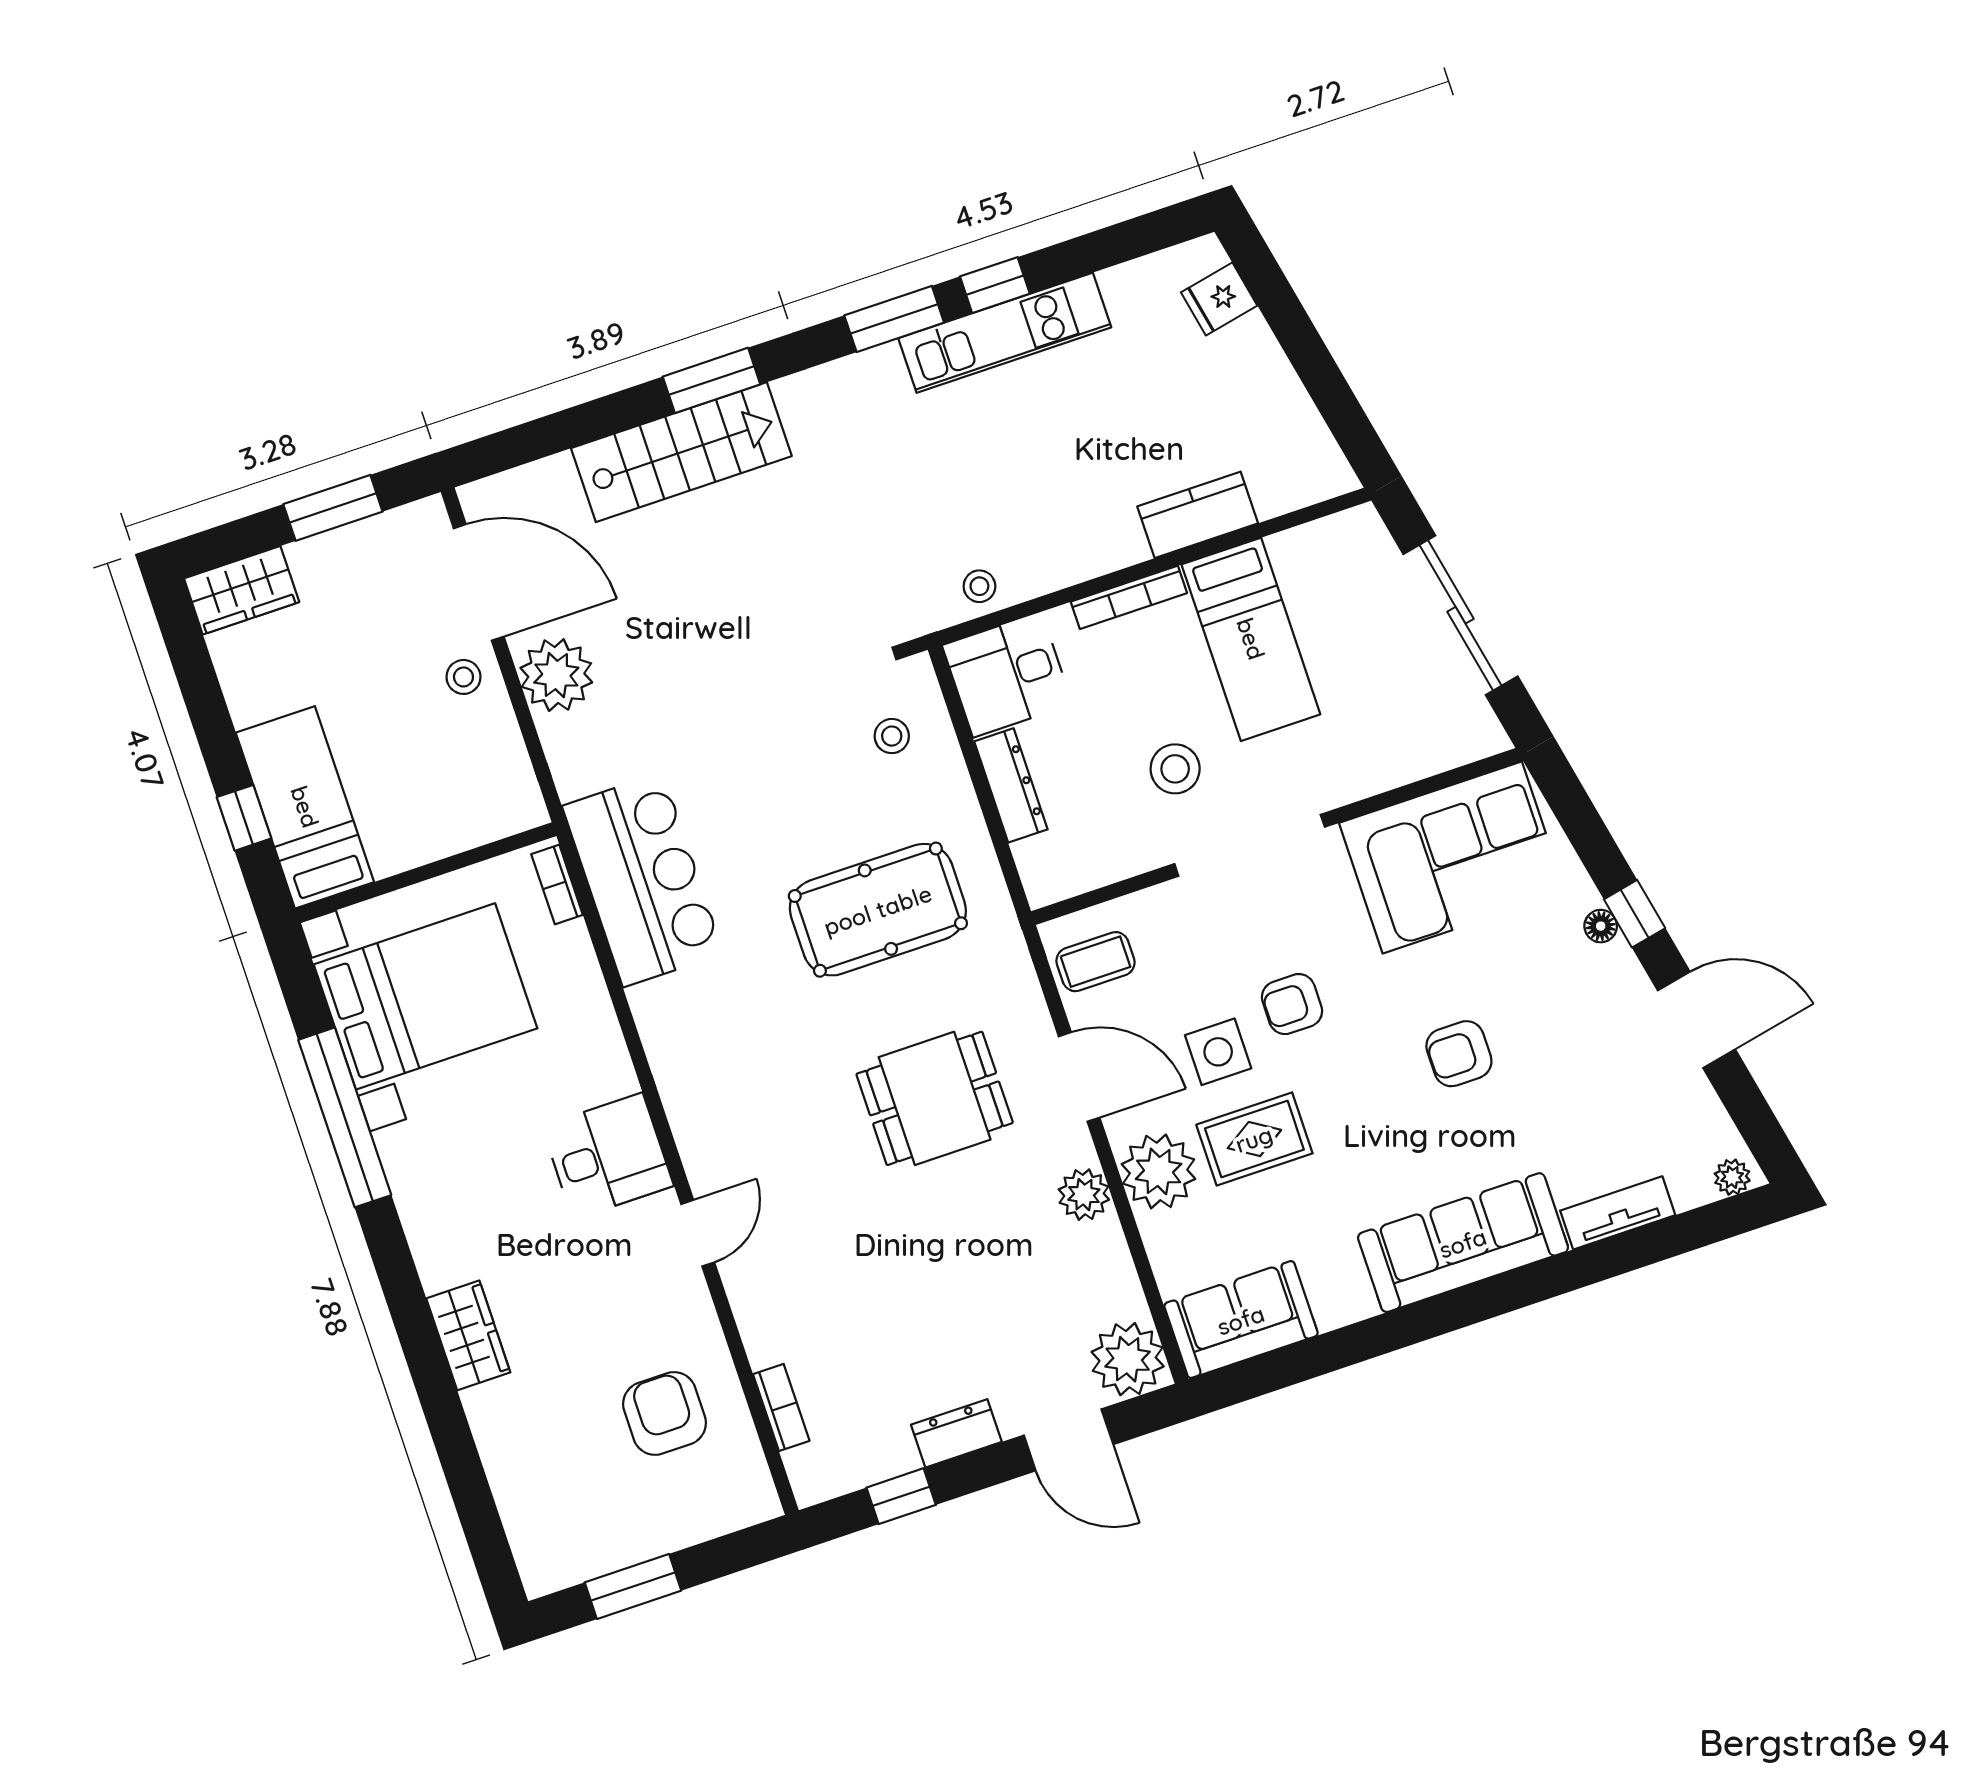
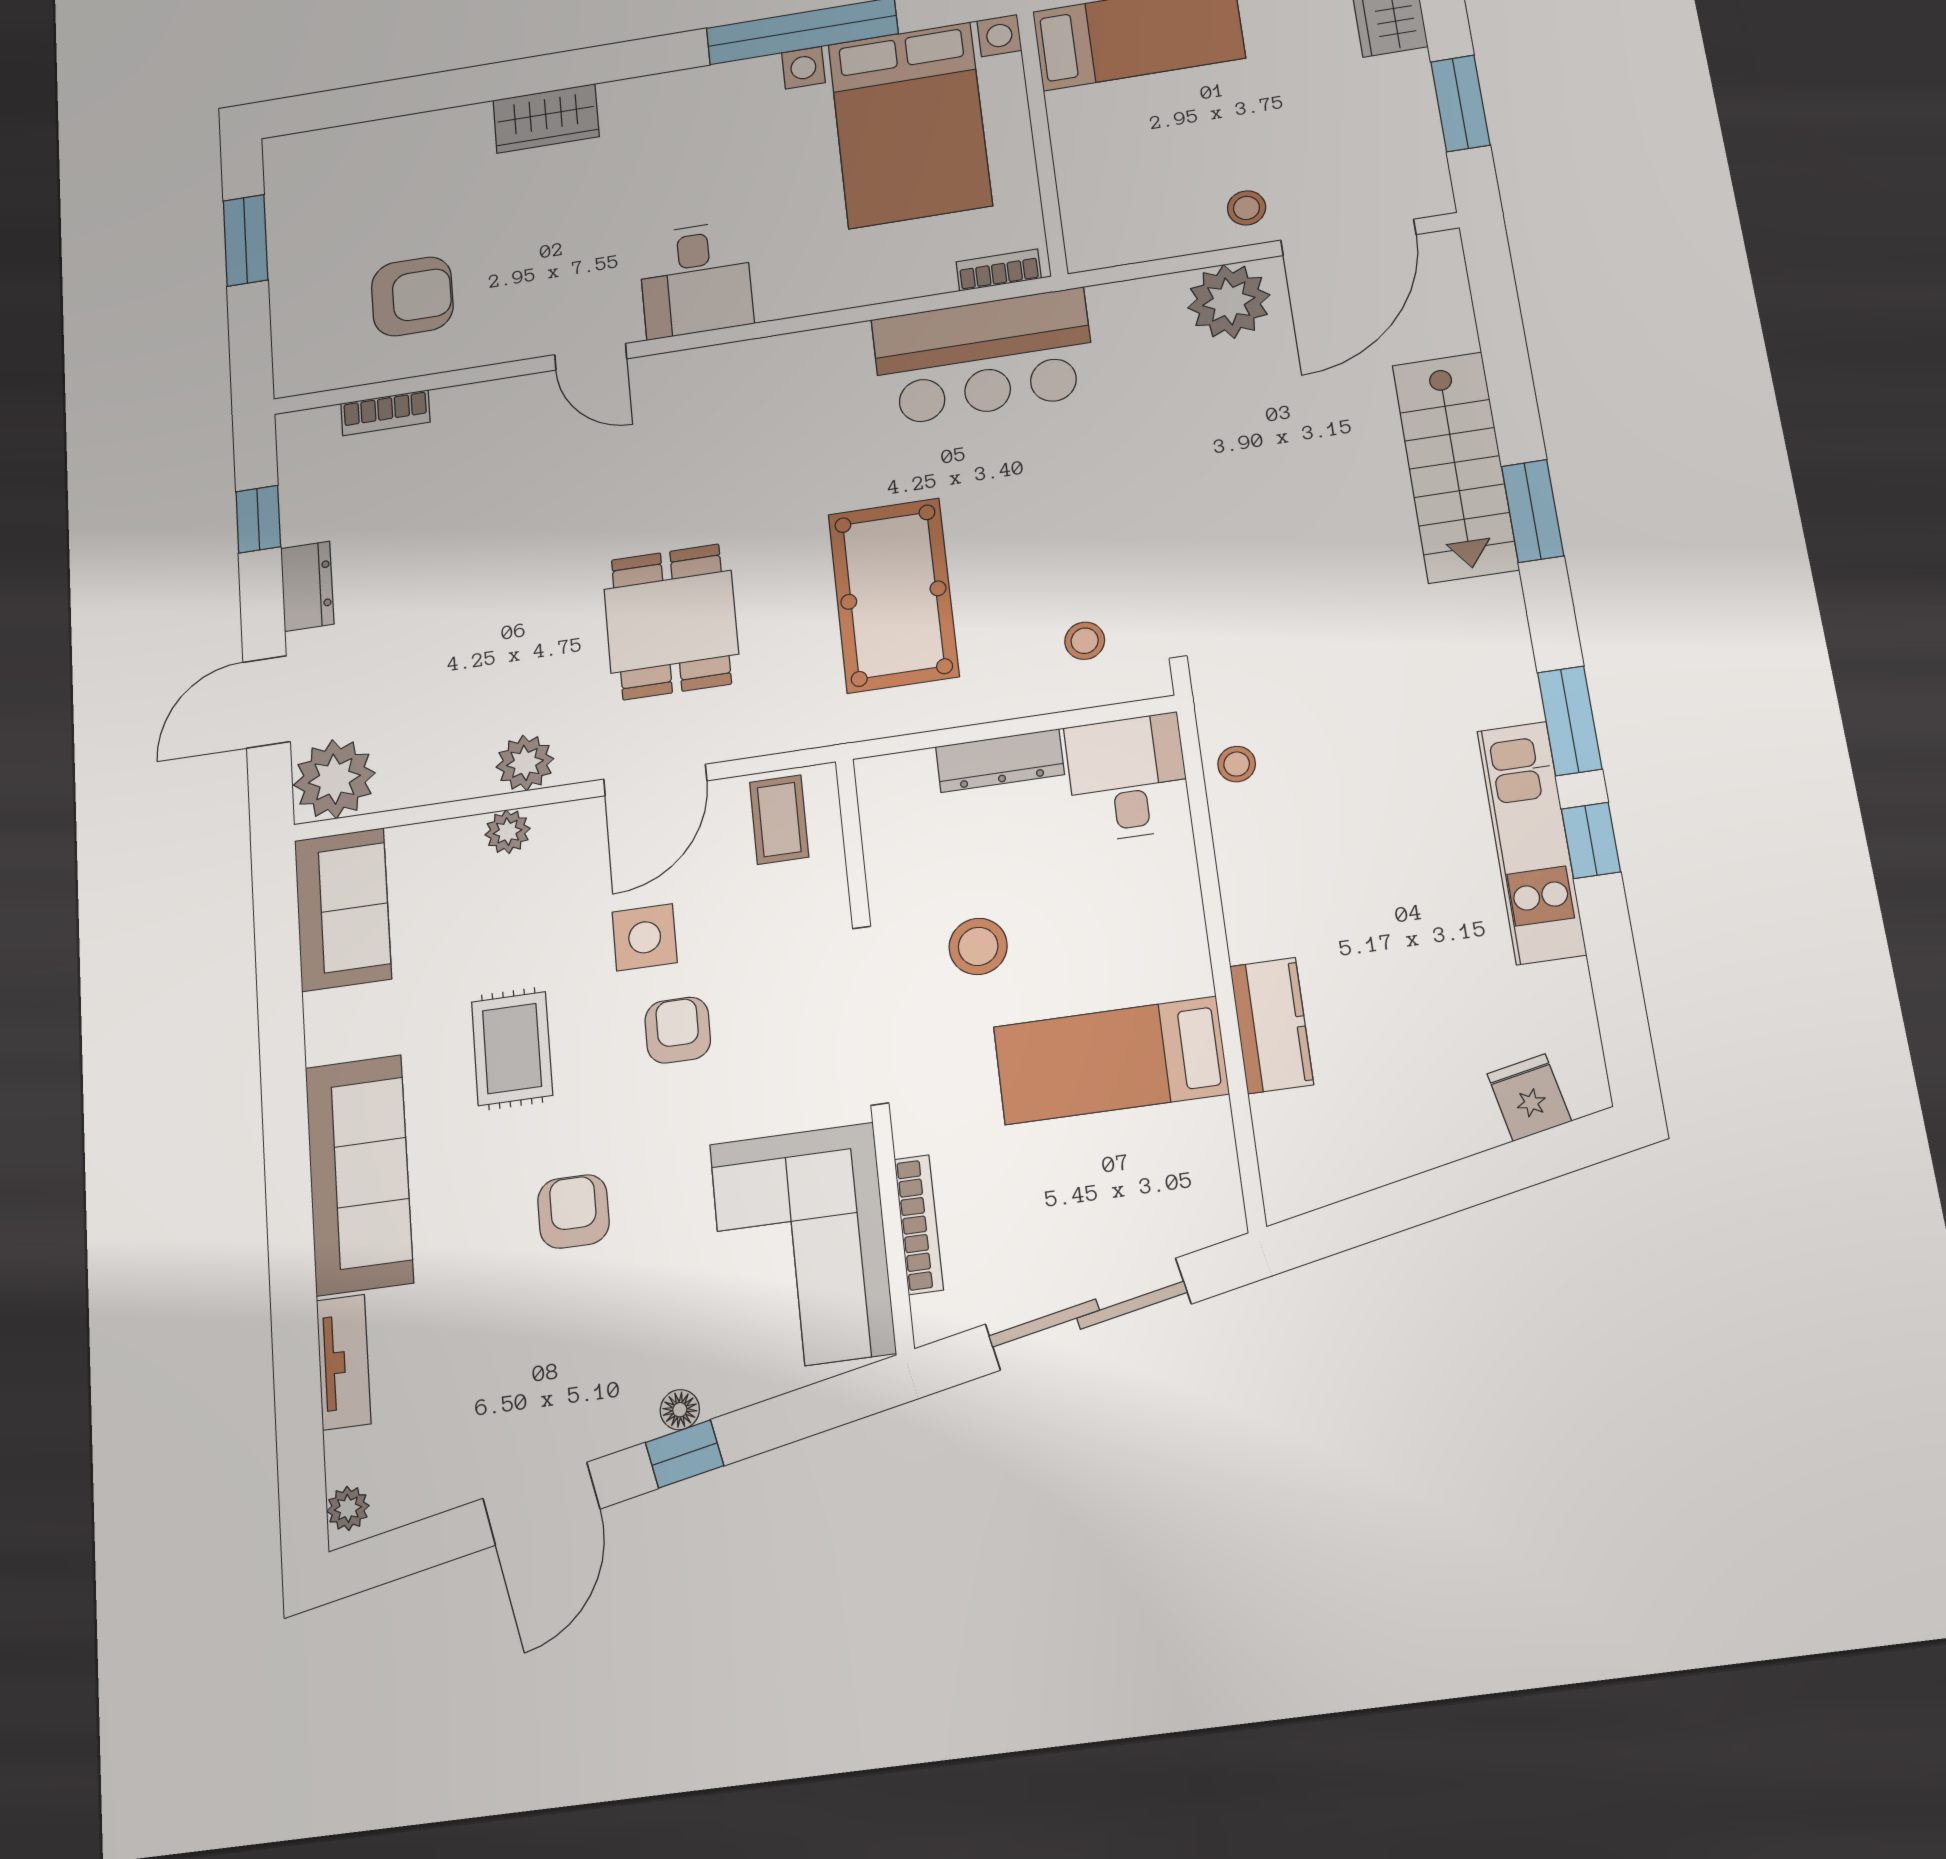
bookcase: (1129, 597) -> (919, 1224), moved, turned 180
rug: (1254, 1139) -> (512, 1048), moved
plant: (1159, 1171) -> (508, 832), width x0.53, depth x0.53

